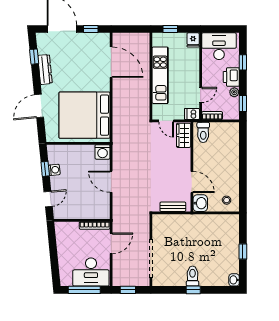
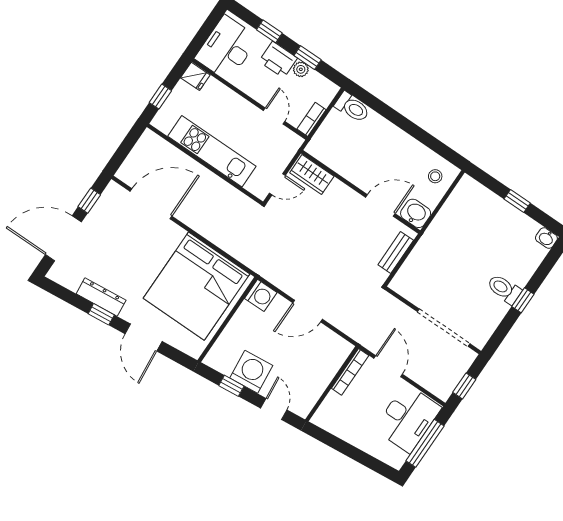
window: (34, 57) -> (101, 314), moved
window: (243, 104) -> (308, 58), moved
dishwasher: (192, 114) -> (291, 144), removed
toilet: (203, 132) -> (352, 107), moved
washing machine: (54, 170) -> (251, 372), width x1.89, depth x1.89

